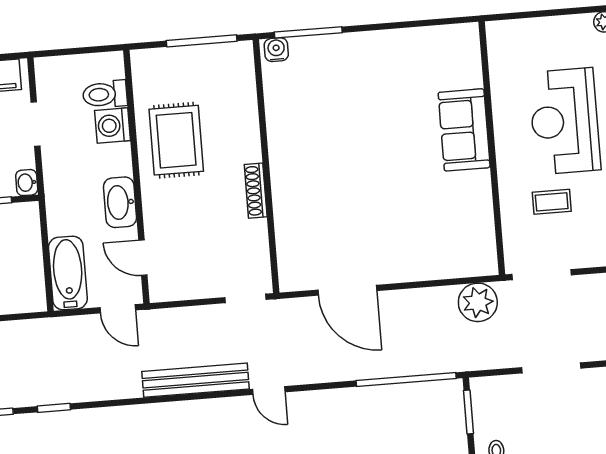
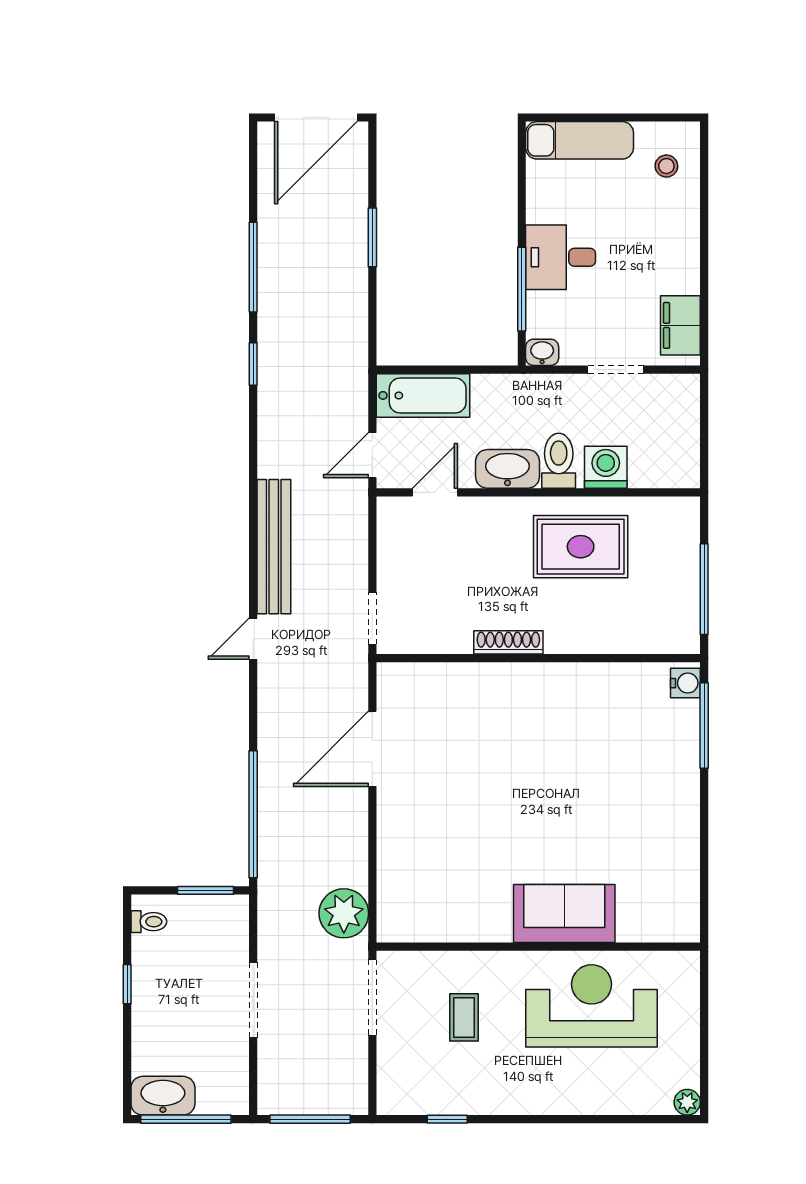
toilet: (105, 94) -> (559, 461), moved
reception desk: (565, 121) -> (592, 1006), moved

